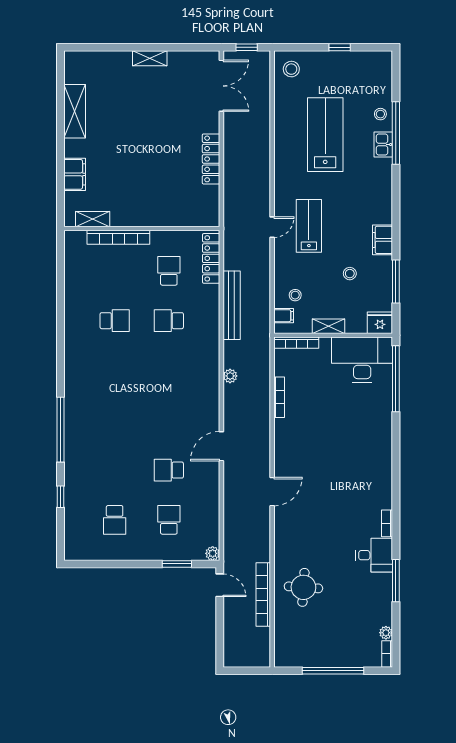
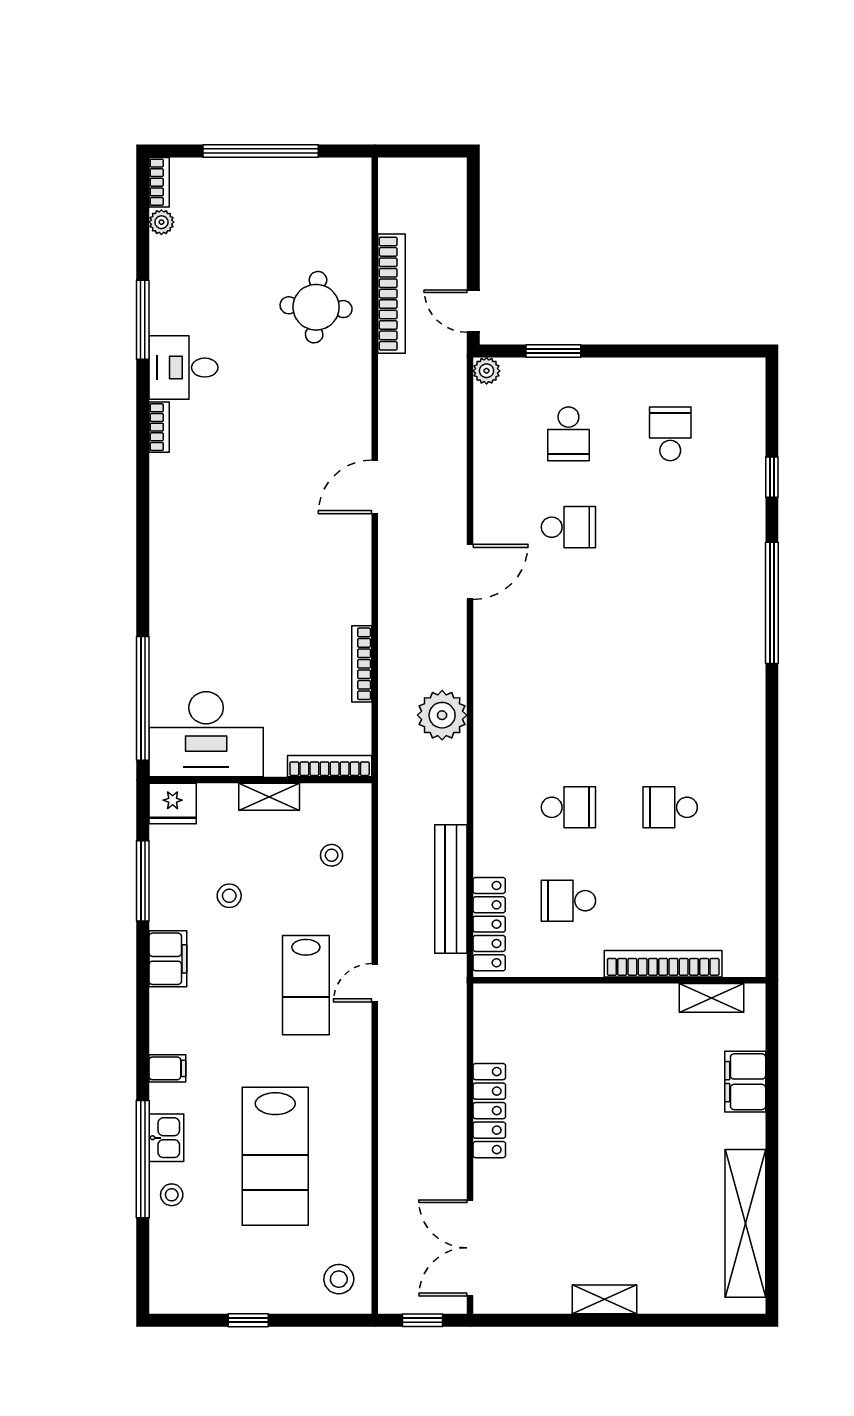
shelving: (75, 111) -> (745, 1223), width x1.47
school desk: (169, 271) -> (568, 901), turned 90
bench: (232, 305) -> (451, 889), moved
filing cabinet: (284, 316) -> (167, 1068), moved, turned 180
plant: (230, 376) -> (442, 715), width x1.88, depth x1.88

